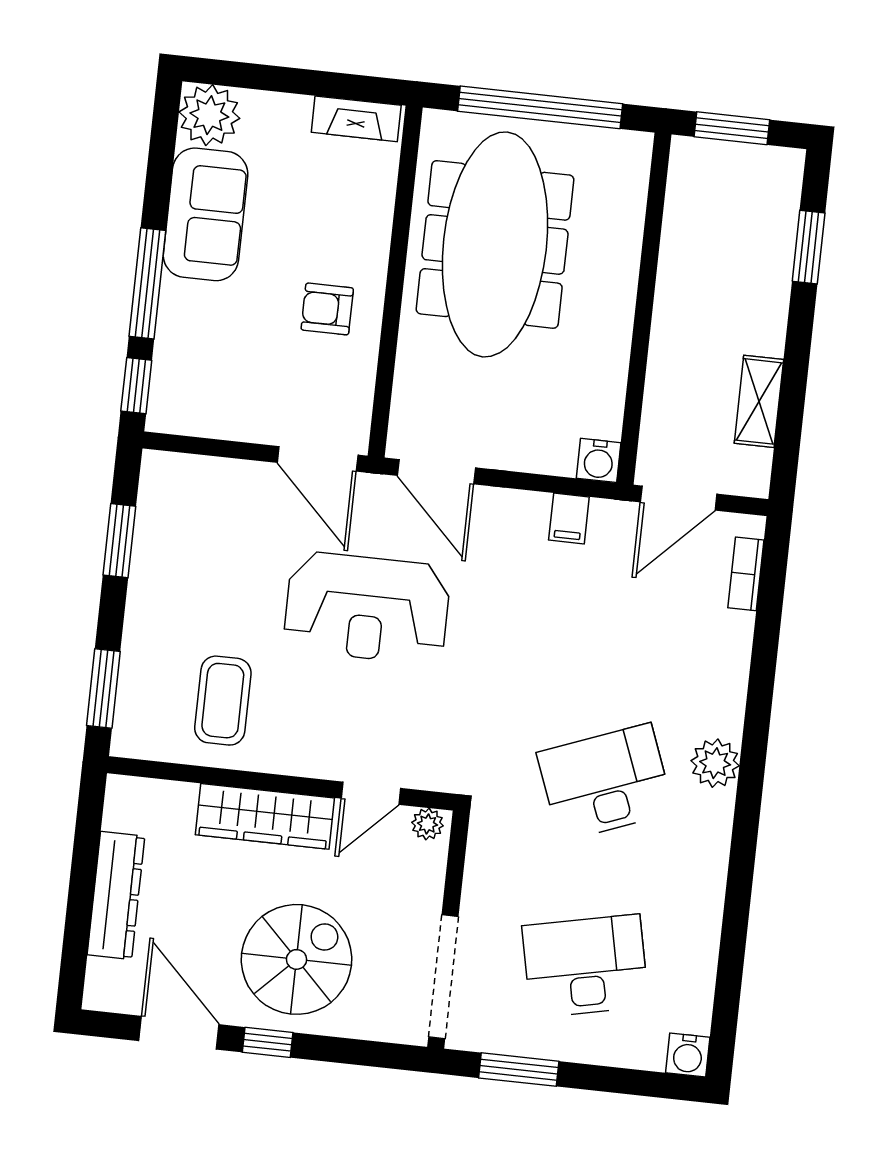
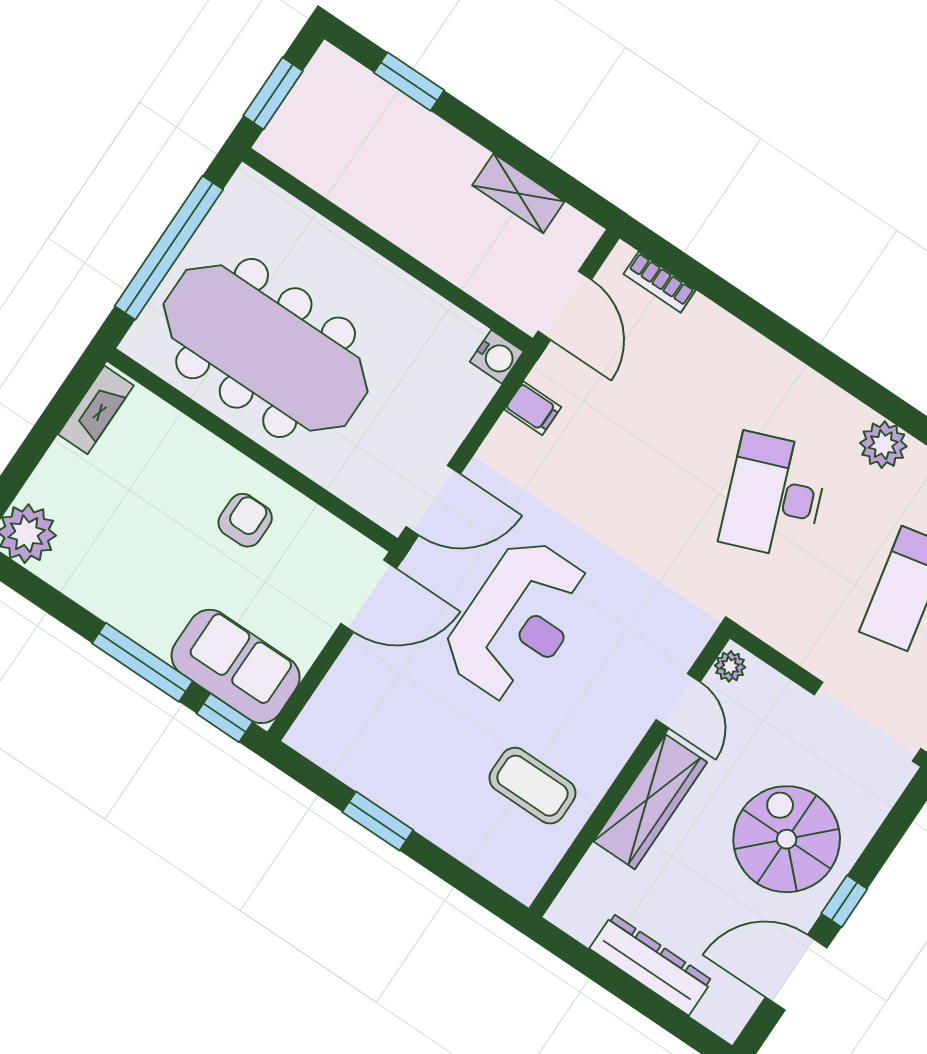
sofa: (206, 214) -> (236, 666), moved
armchair: (327, 309) -> (245, 520), turned 180
window: (119, 541) -> (378, 821), moved
window: (103, 689) -> (468, 882), removed
plant: (715, 763) -> (883, 445), moved

